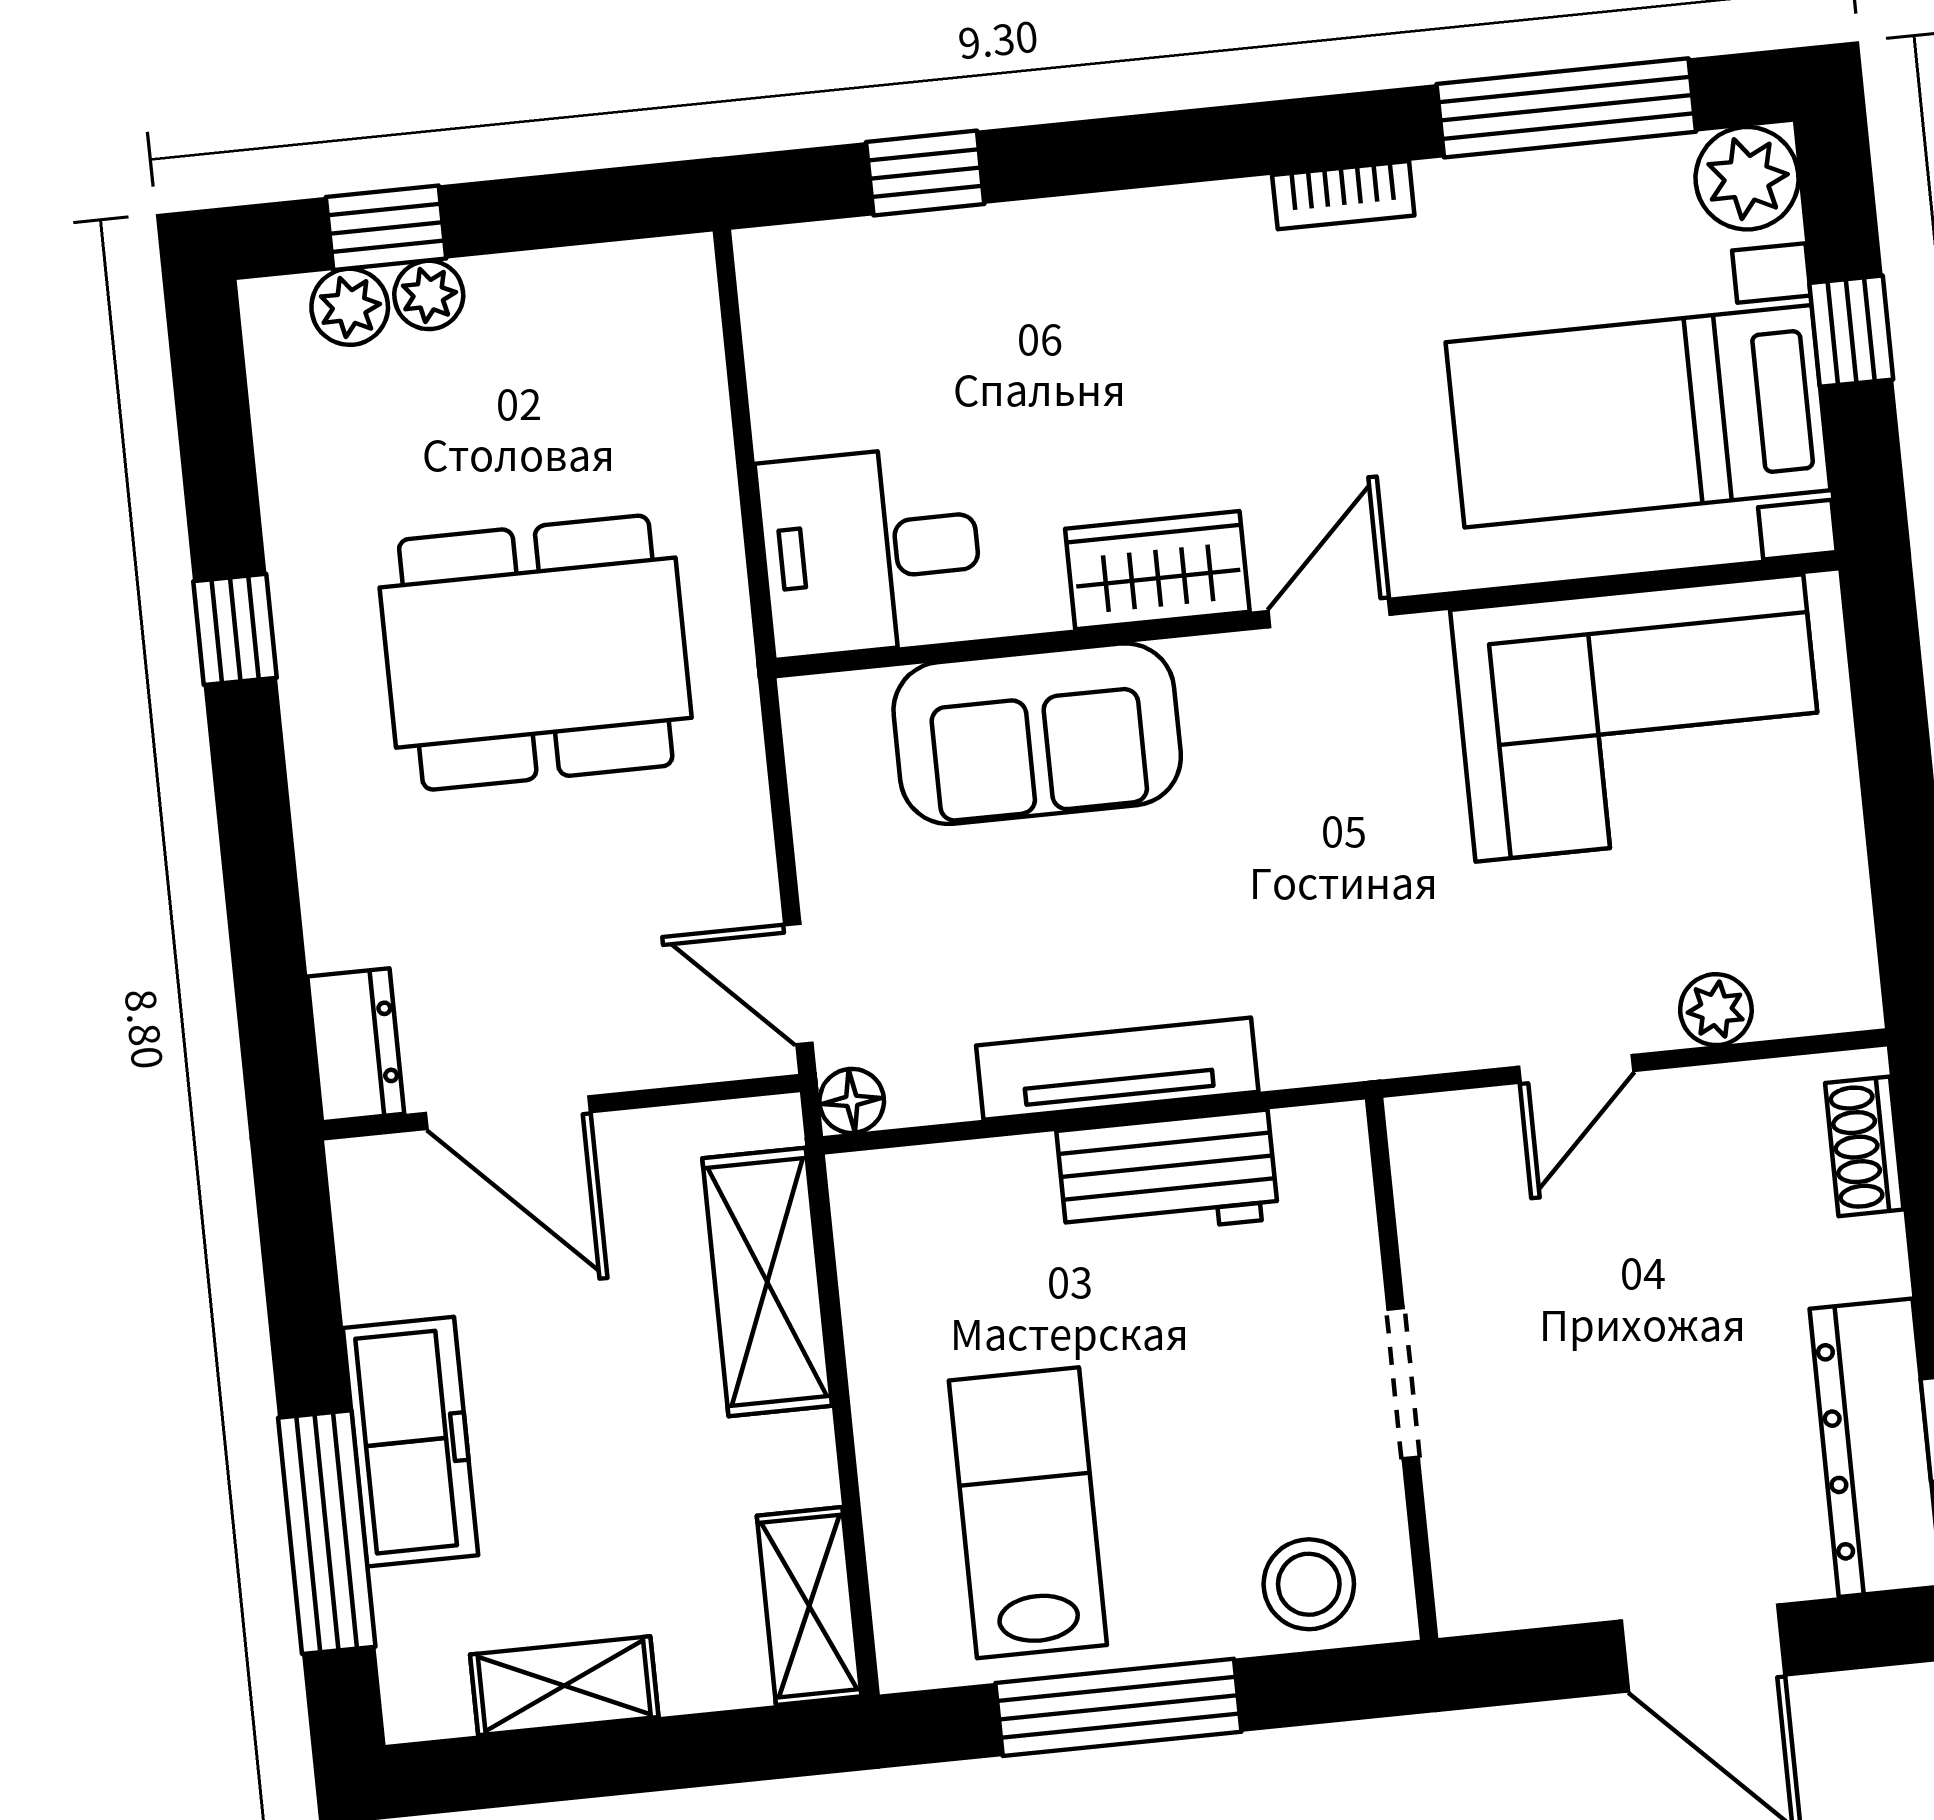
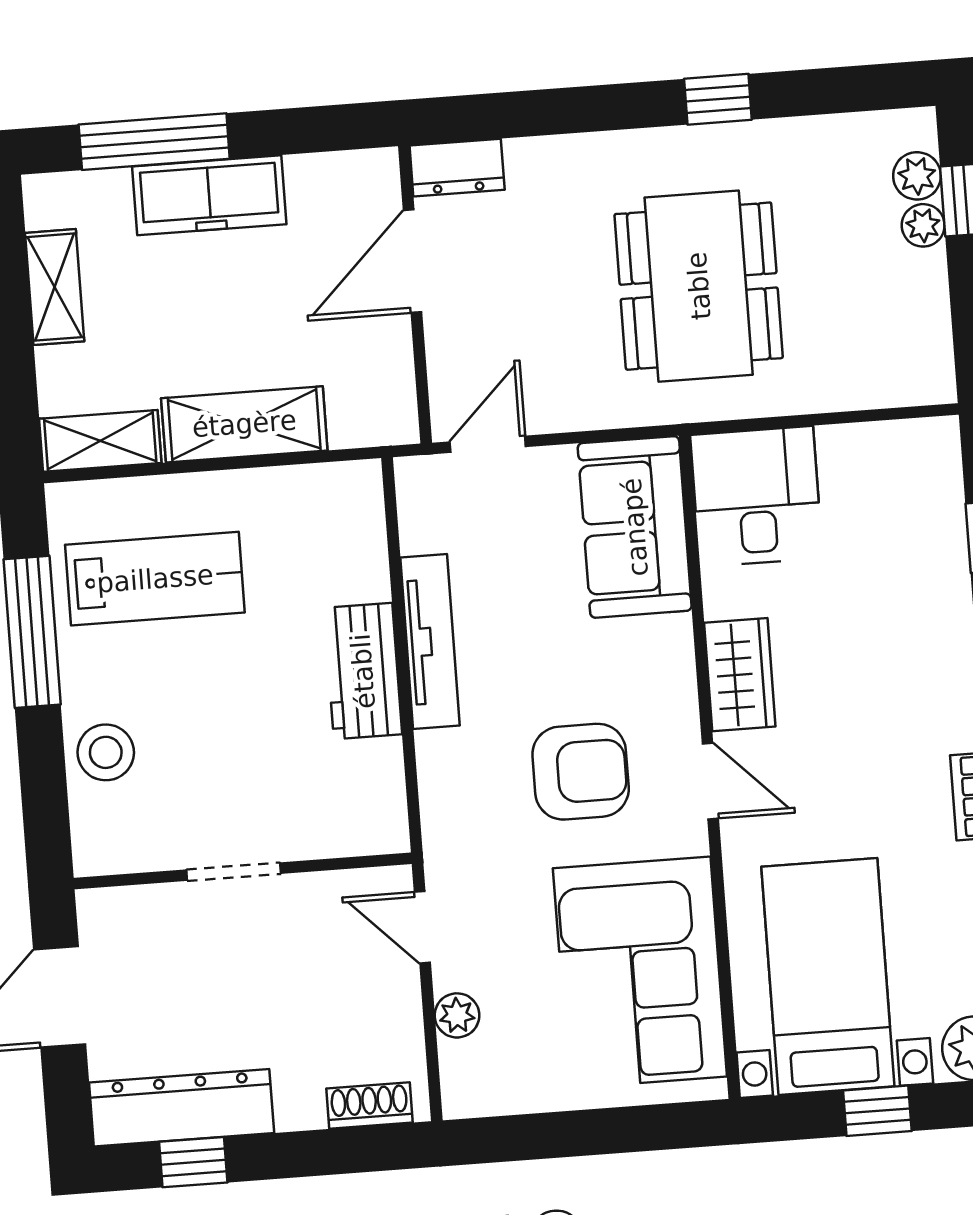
sofa: (1037, 734) -> (635, 527), moved
armchair: (1320, 822) -> (581, 772), added
floor lamp: (852, 1101) -> (414, 476), removed
shelving: (767, 1282) -> (244, 424), moved
wall: (1402, 1369) -> (243, 871), moved
doorway: (1403, 1383) -> (234, 872), moved

